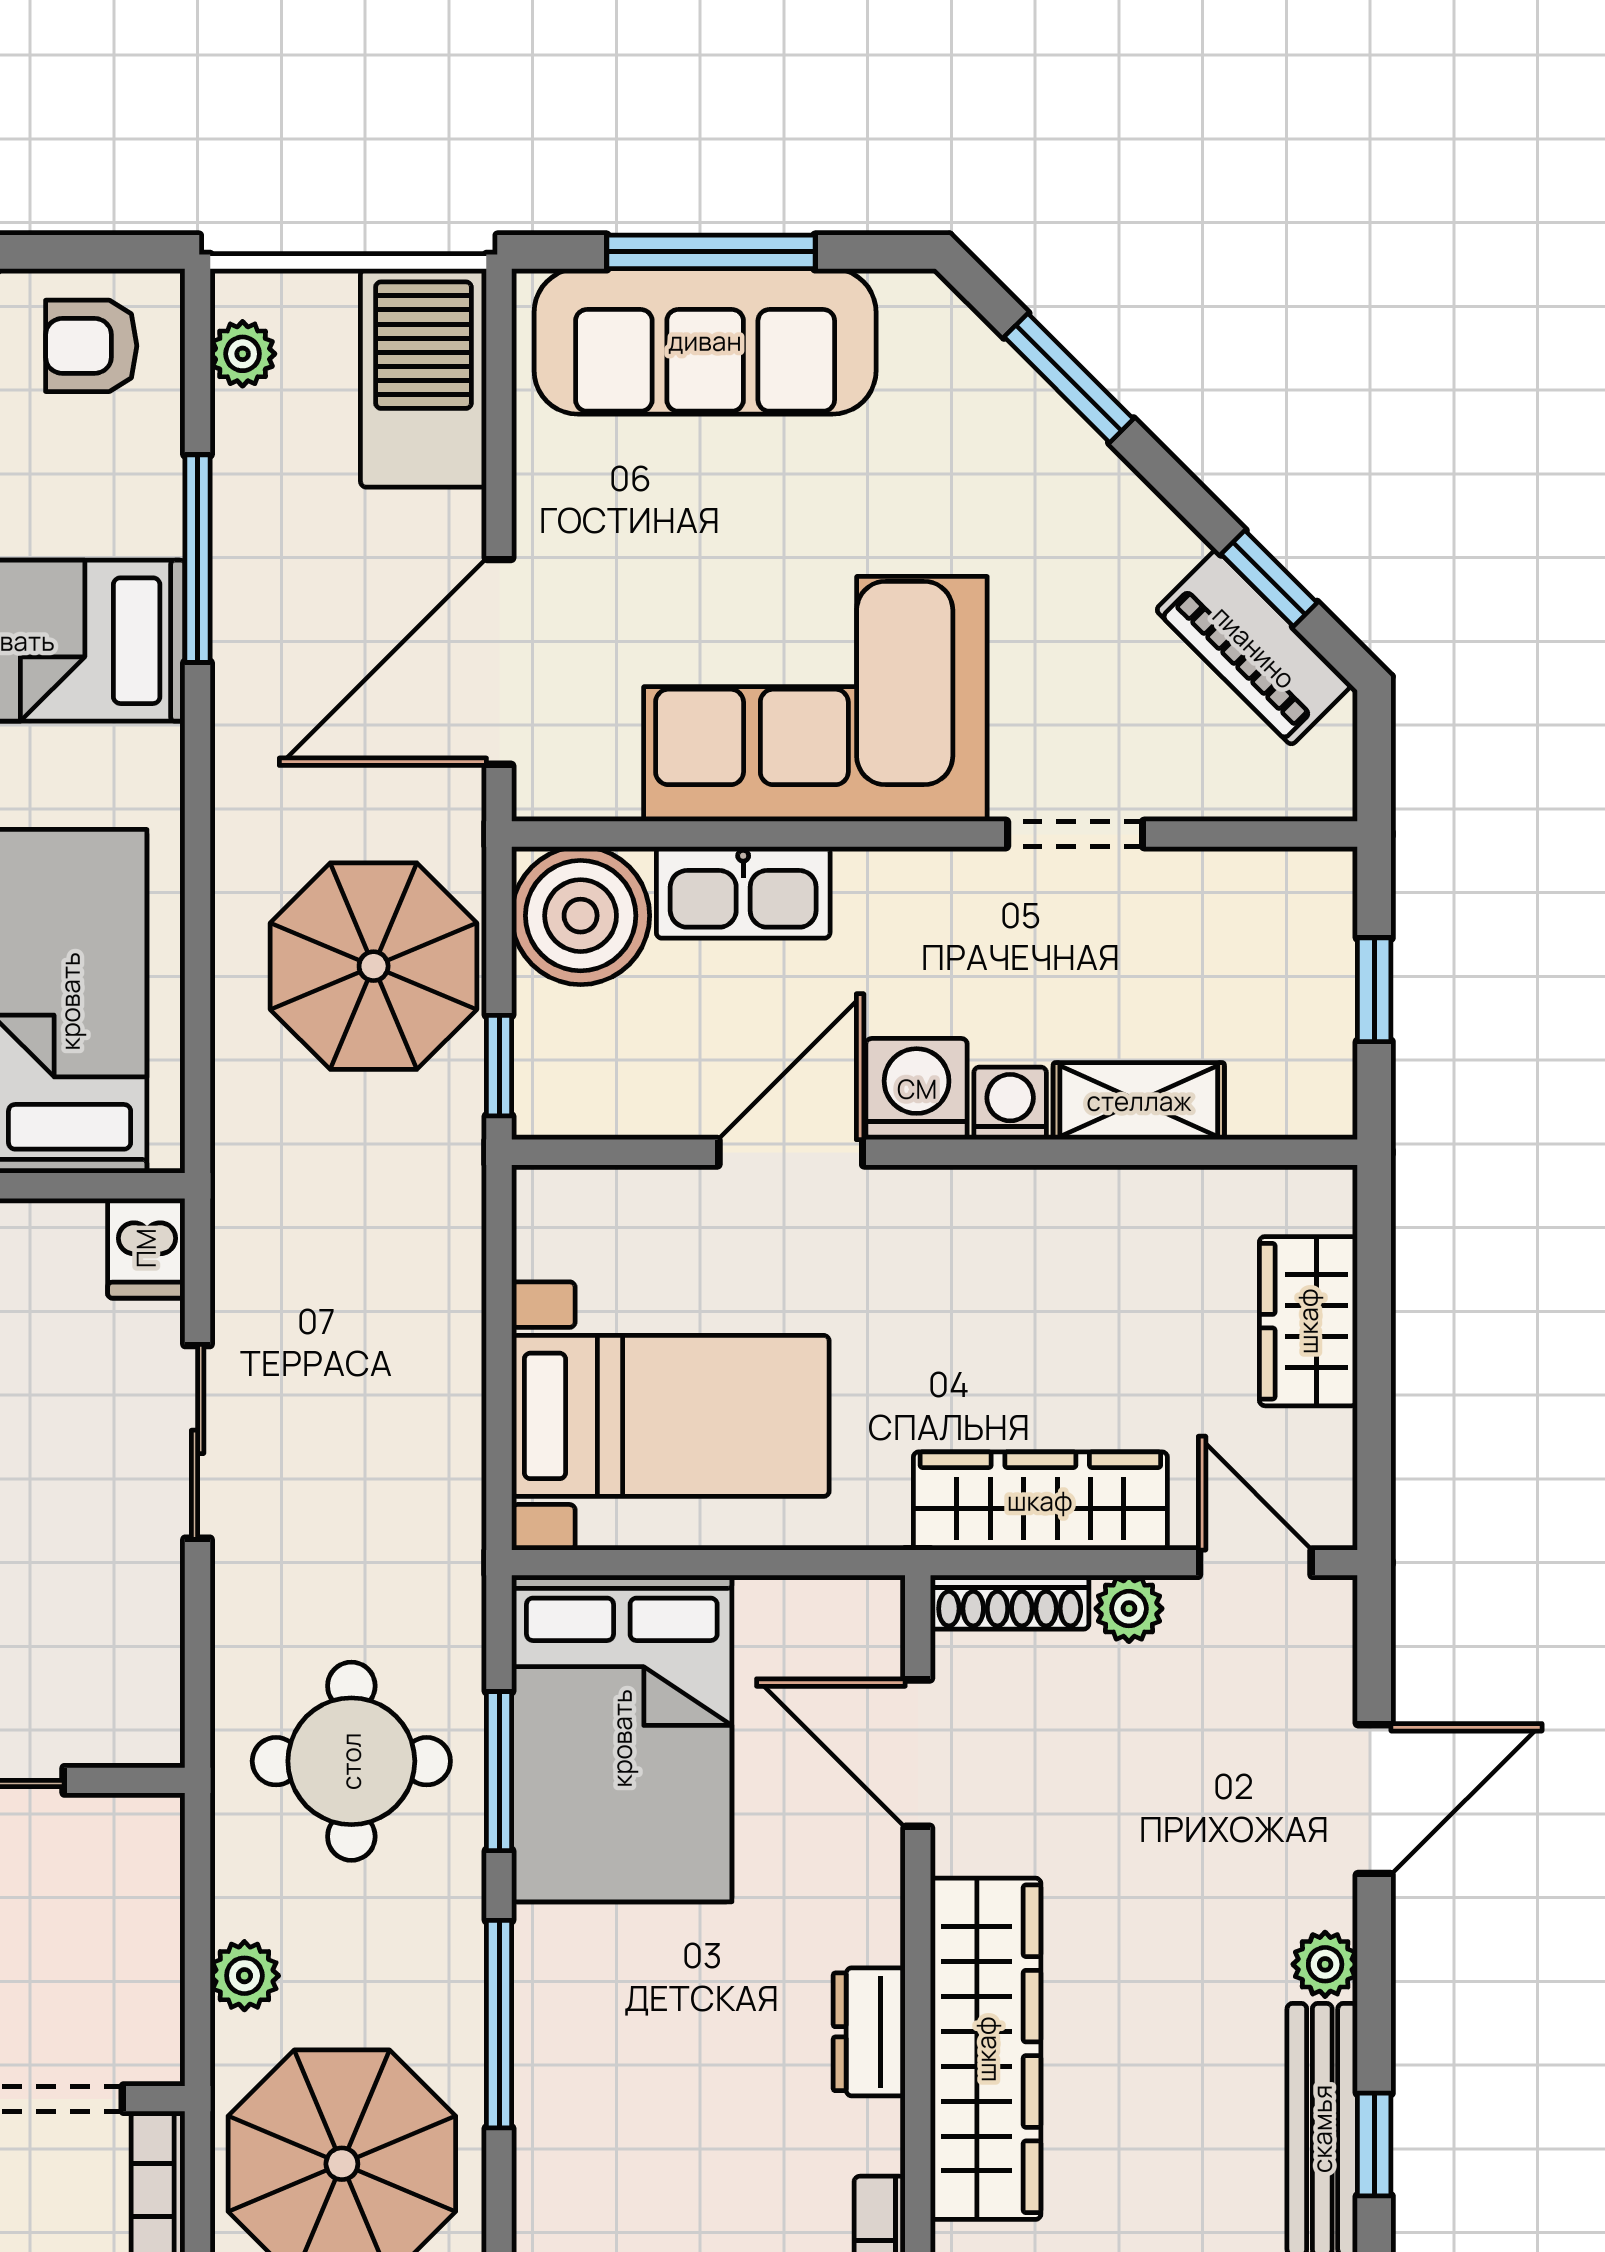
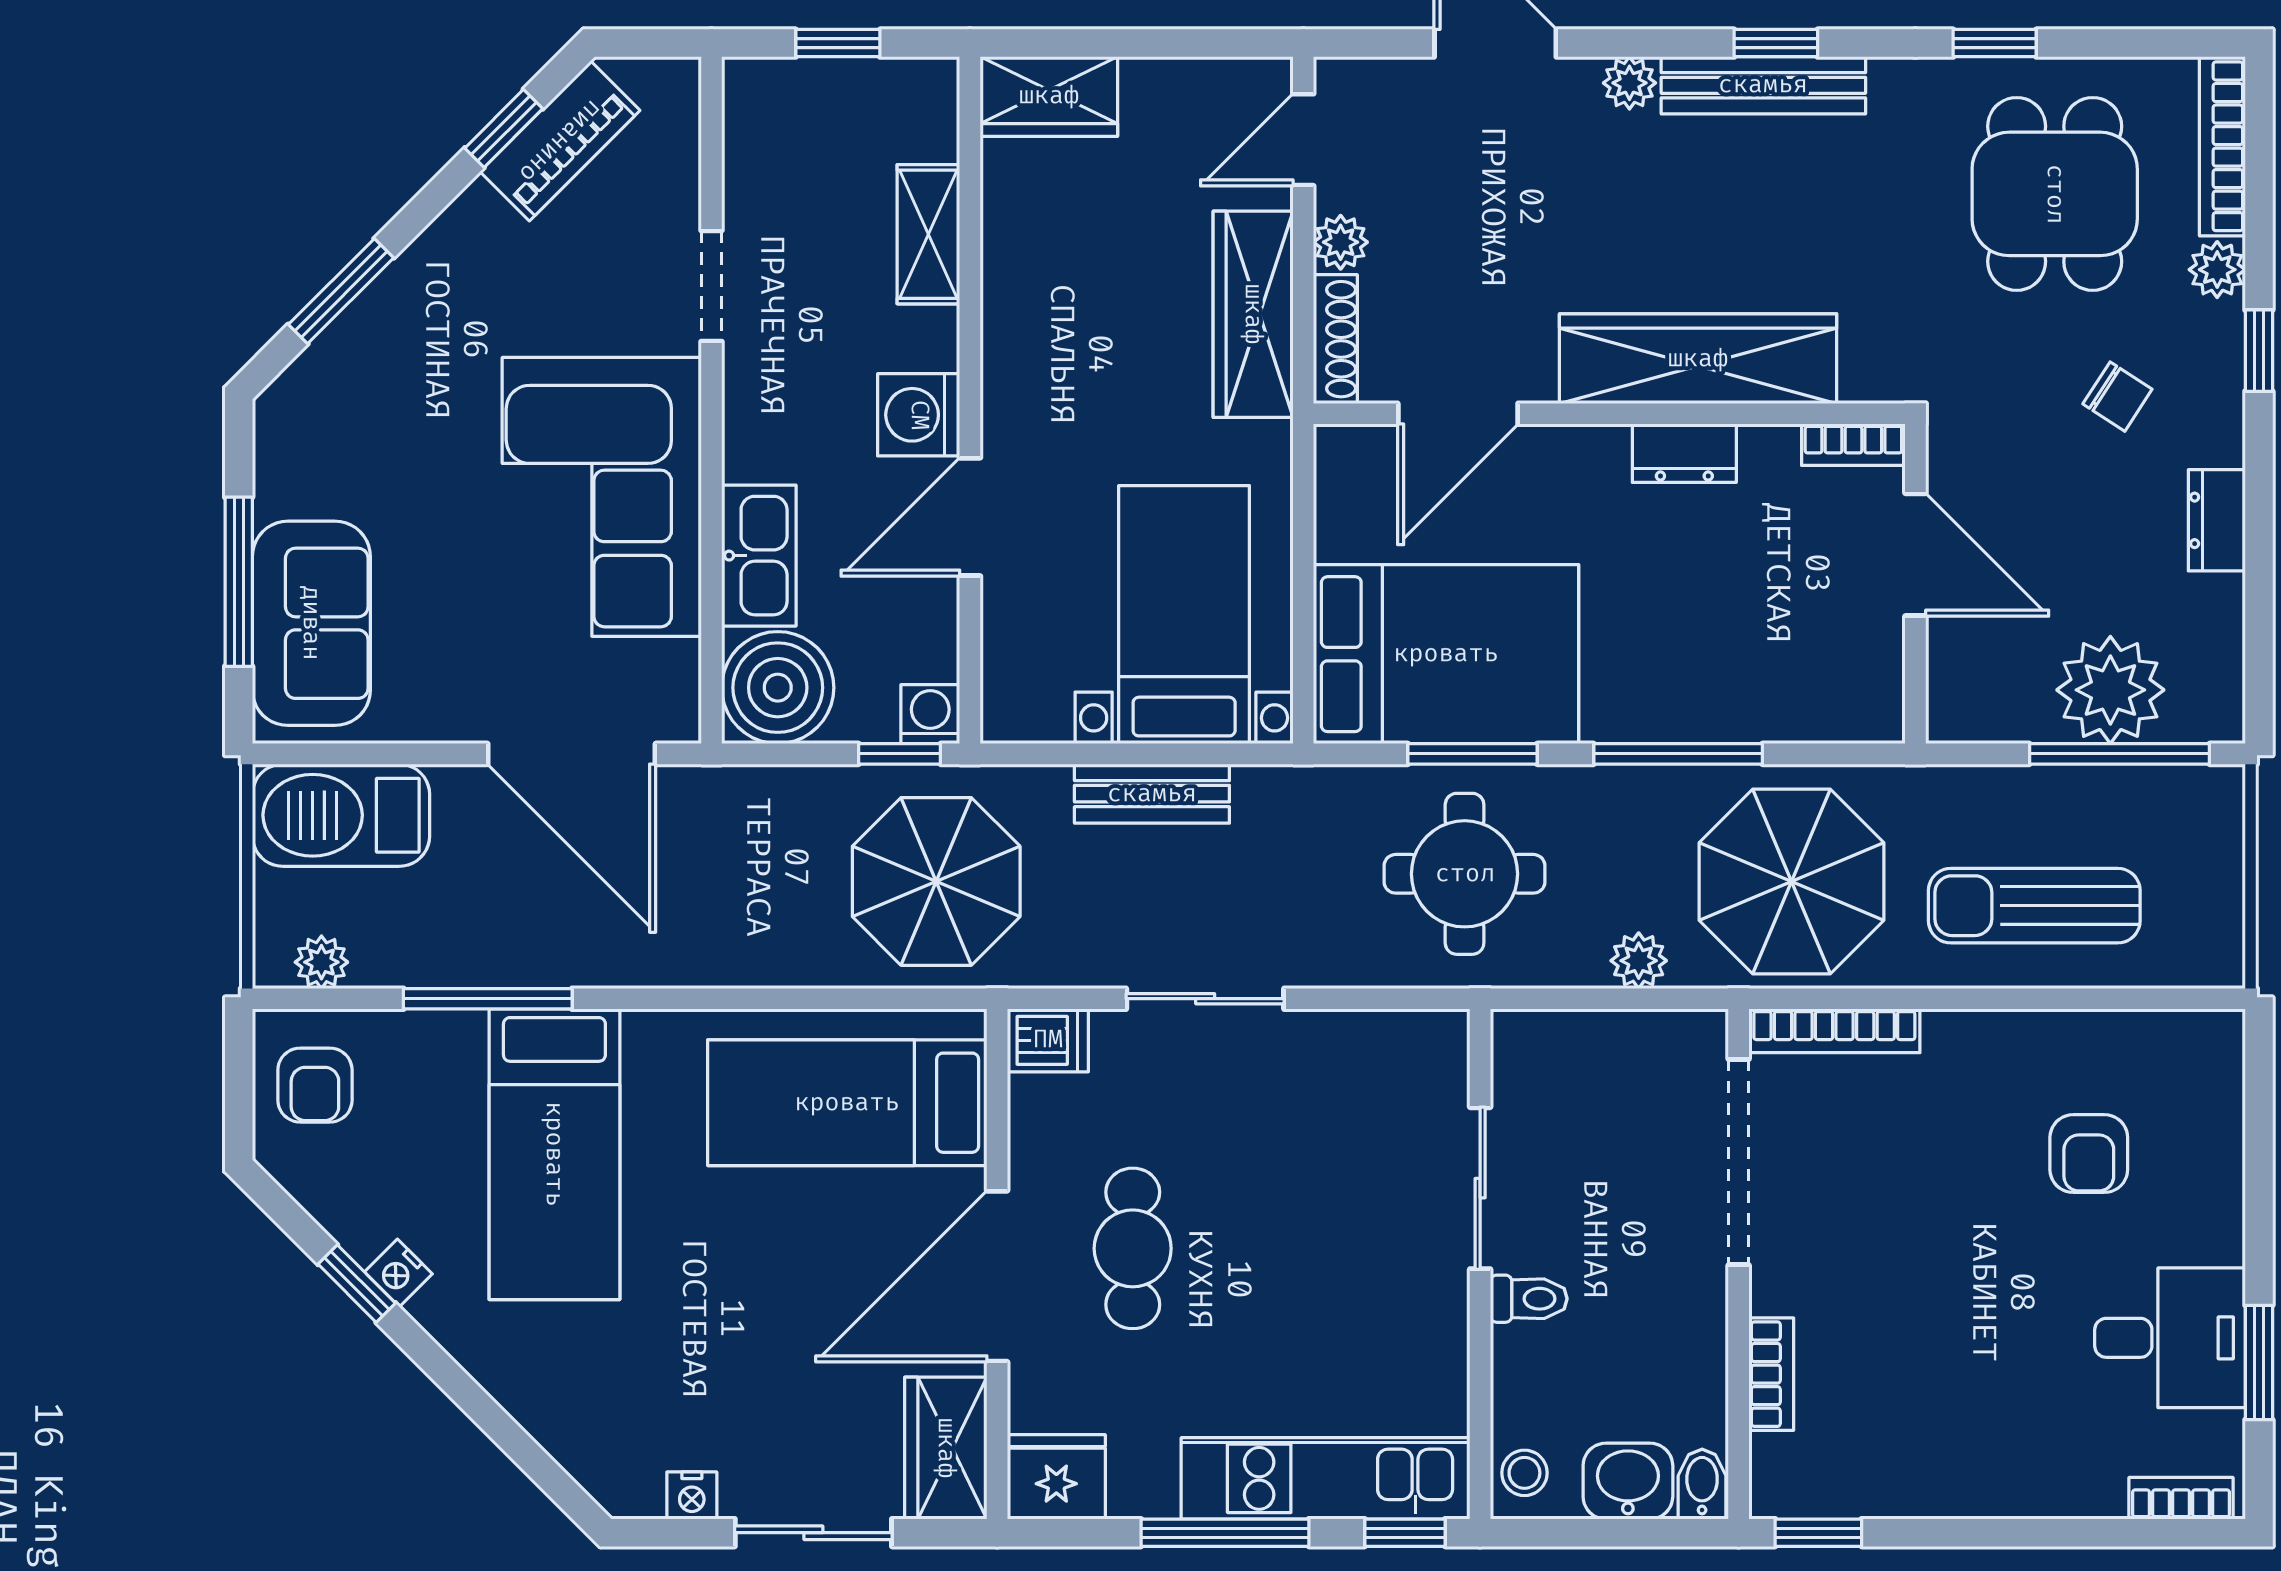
sofa: (705, 341) -> (311, 623), width x0.73
parasol: (374, 966) -> (936, 881), moved
washing machine: (1010, 1103) -> (930, 714), moved, turned 90
door: (791, 1152) -> (970, 517), hinge flipped
wardrobe: (1308, 1321) -> (1049, 96), moved
bench: (450, 1376) -> (1152, 794), added

